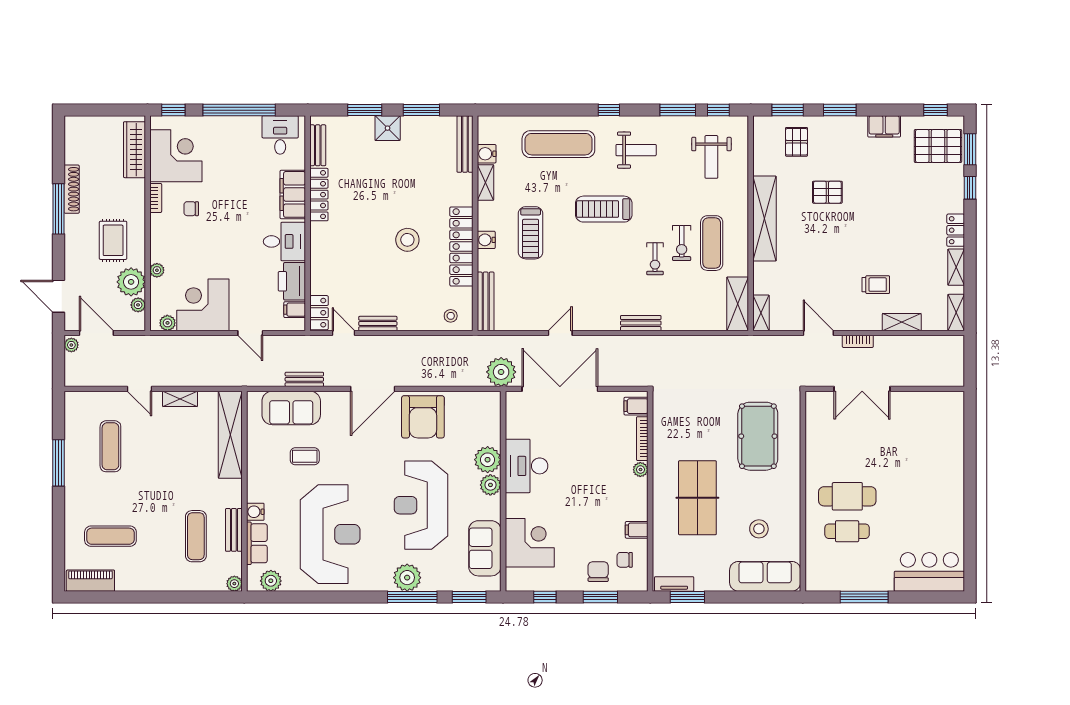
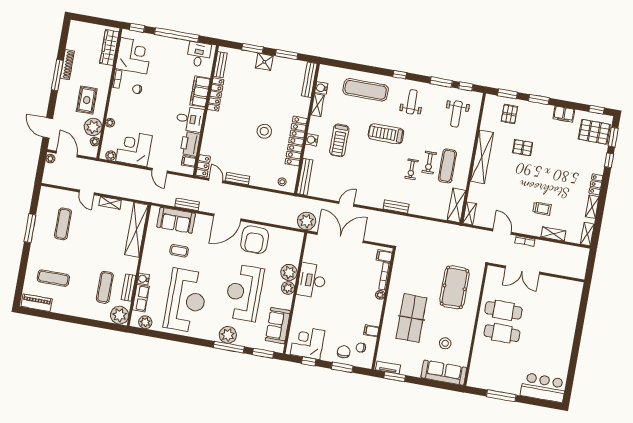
weight bench: (636, 150) -> (412, 102), turned -90
cafe table: (847, 531) -> (503, 310), moved, width x1.37, depth x1.35
corner desk: (530, 543) -> (308, 343), moved, turned -90
plant: (234, 584) -> (120, 315), width x1.88, depth x1.88

